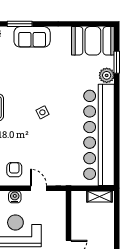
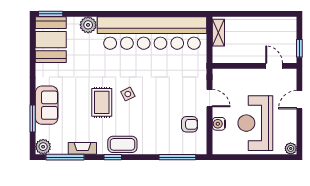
window: (117, 62) -> (51, 14), moved
rug: (35, 88) -> (102, 102), added
armchair: (14, 170) -> (190, 124), turned 180
door: (39, 188) -> (210, 98), swing flipped

